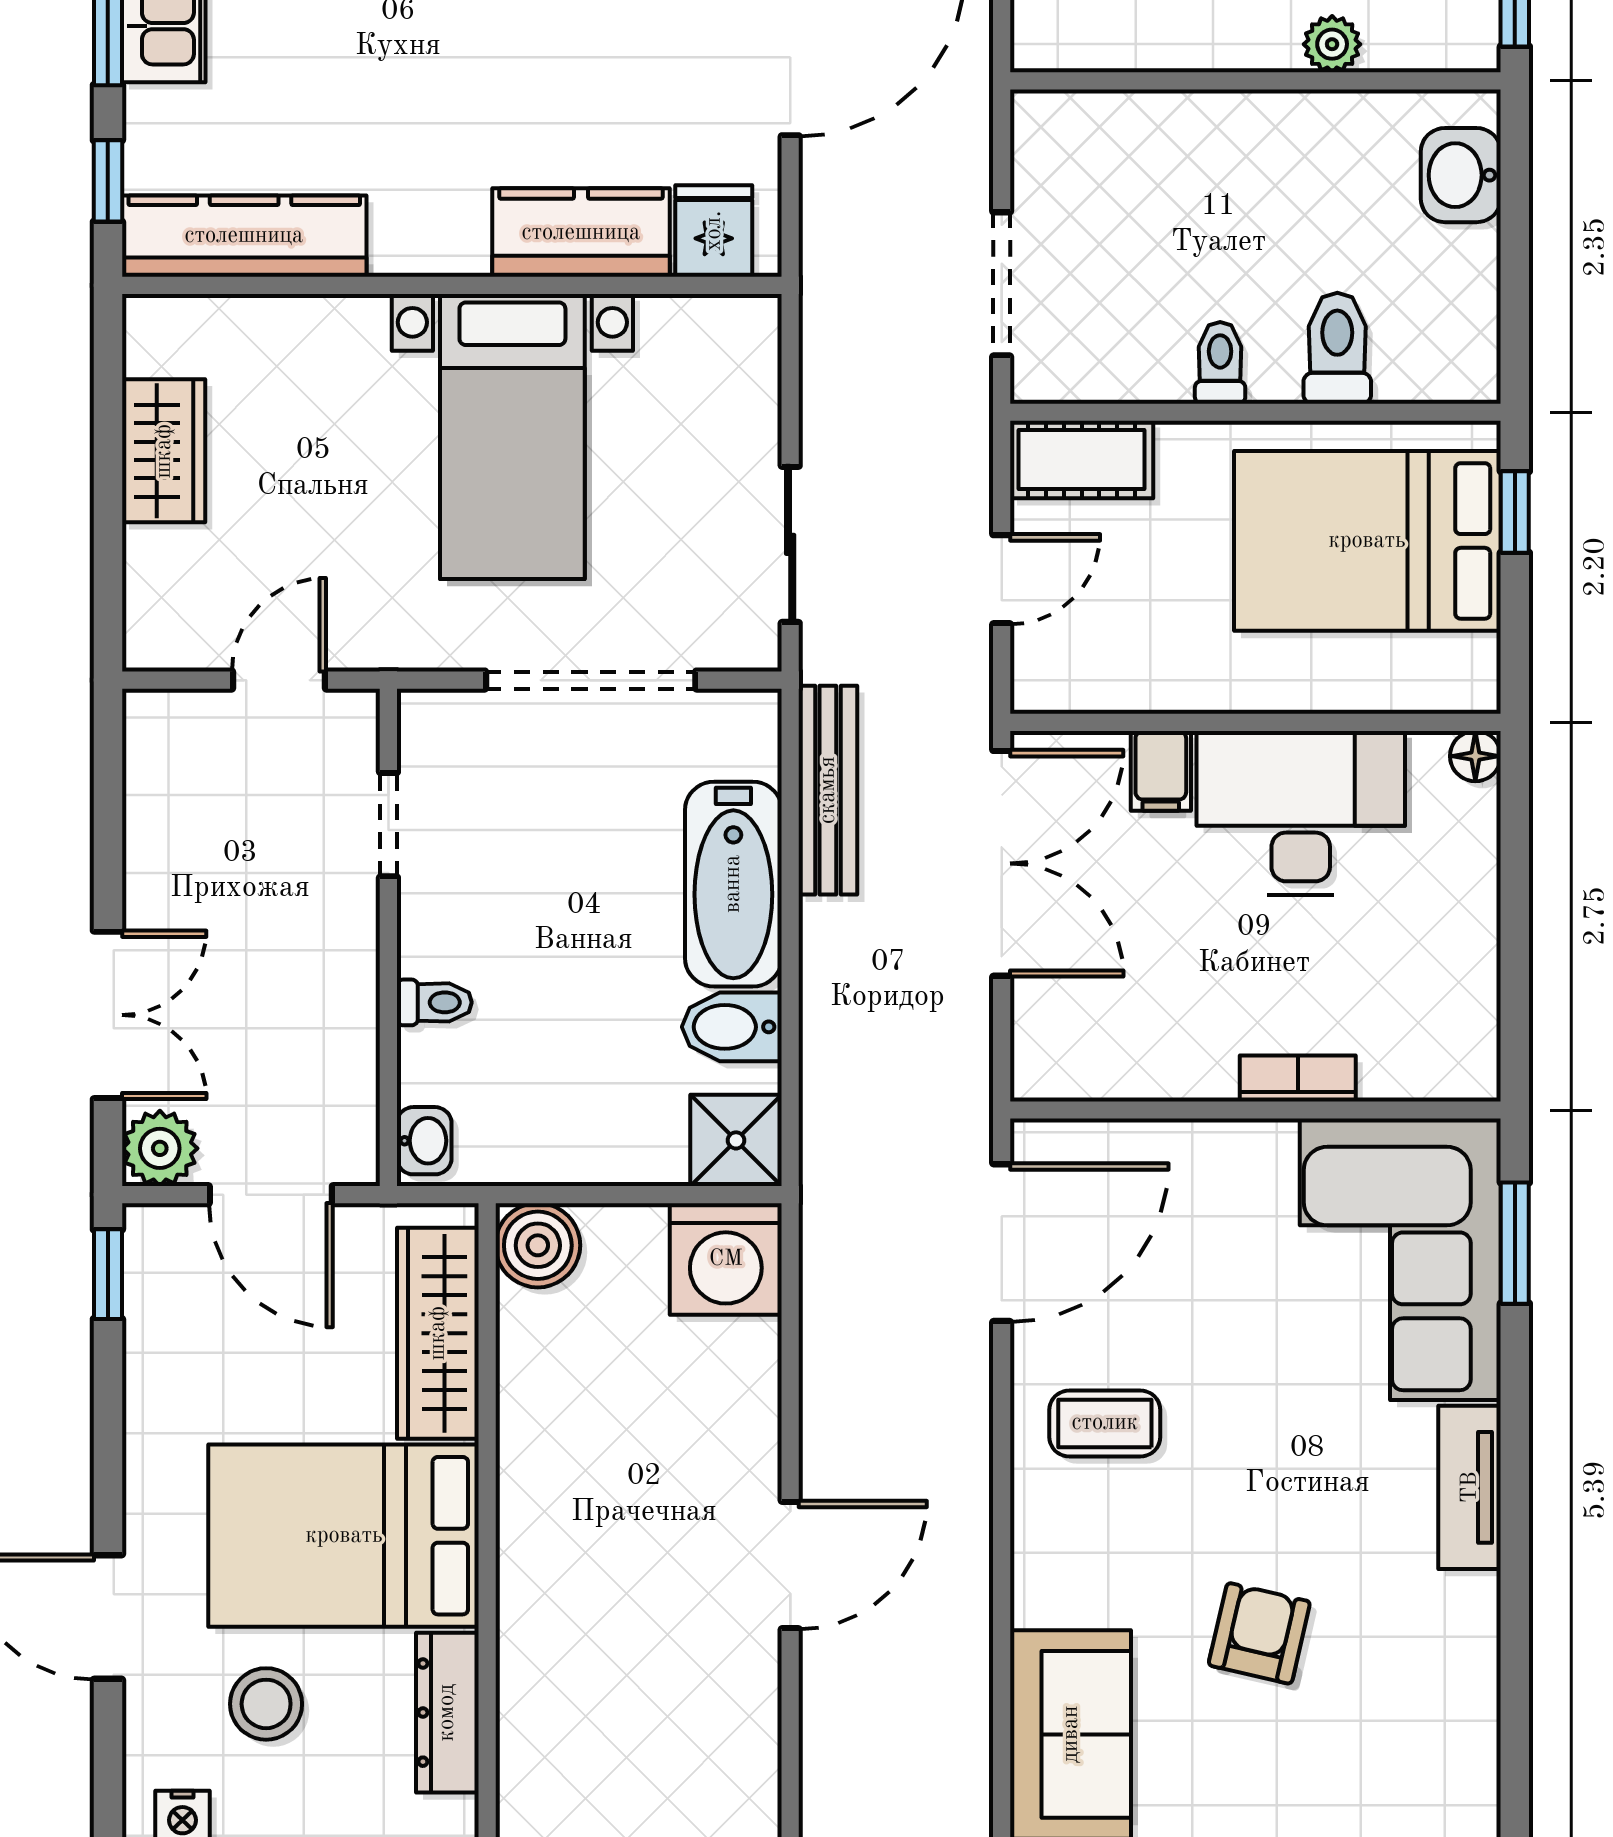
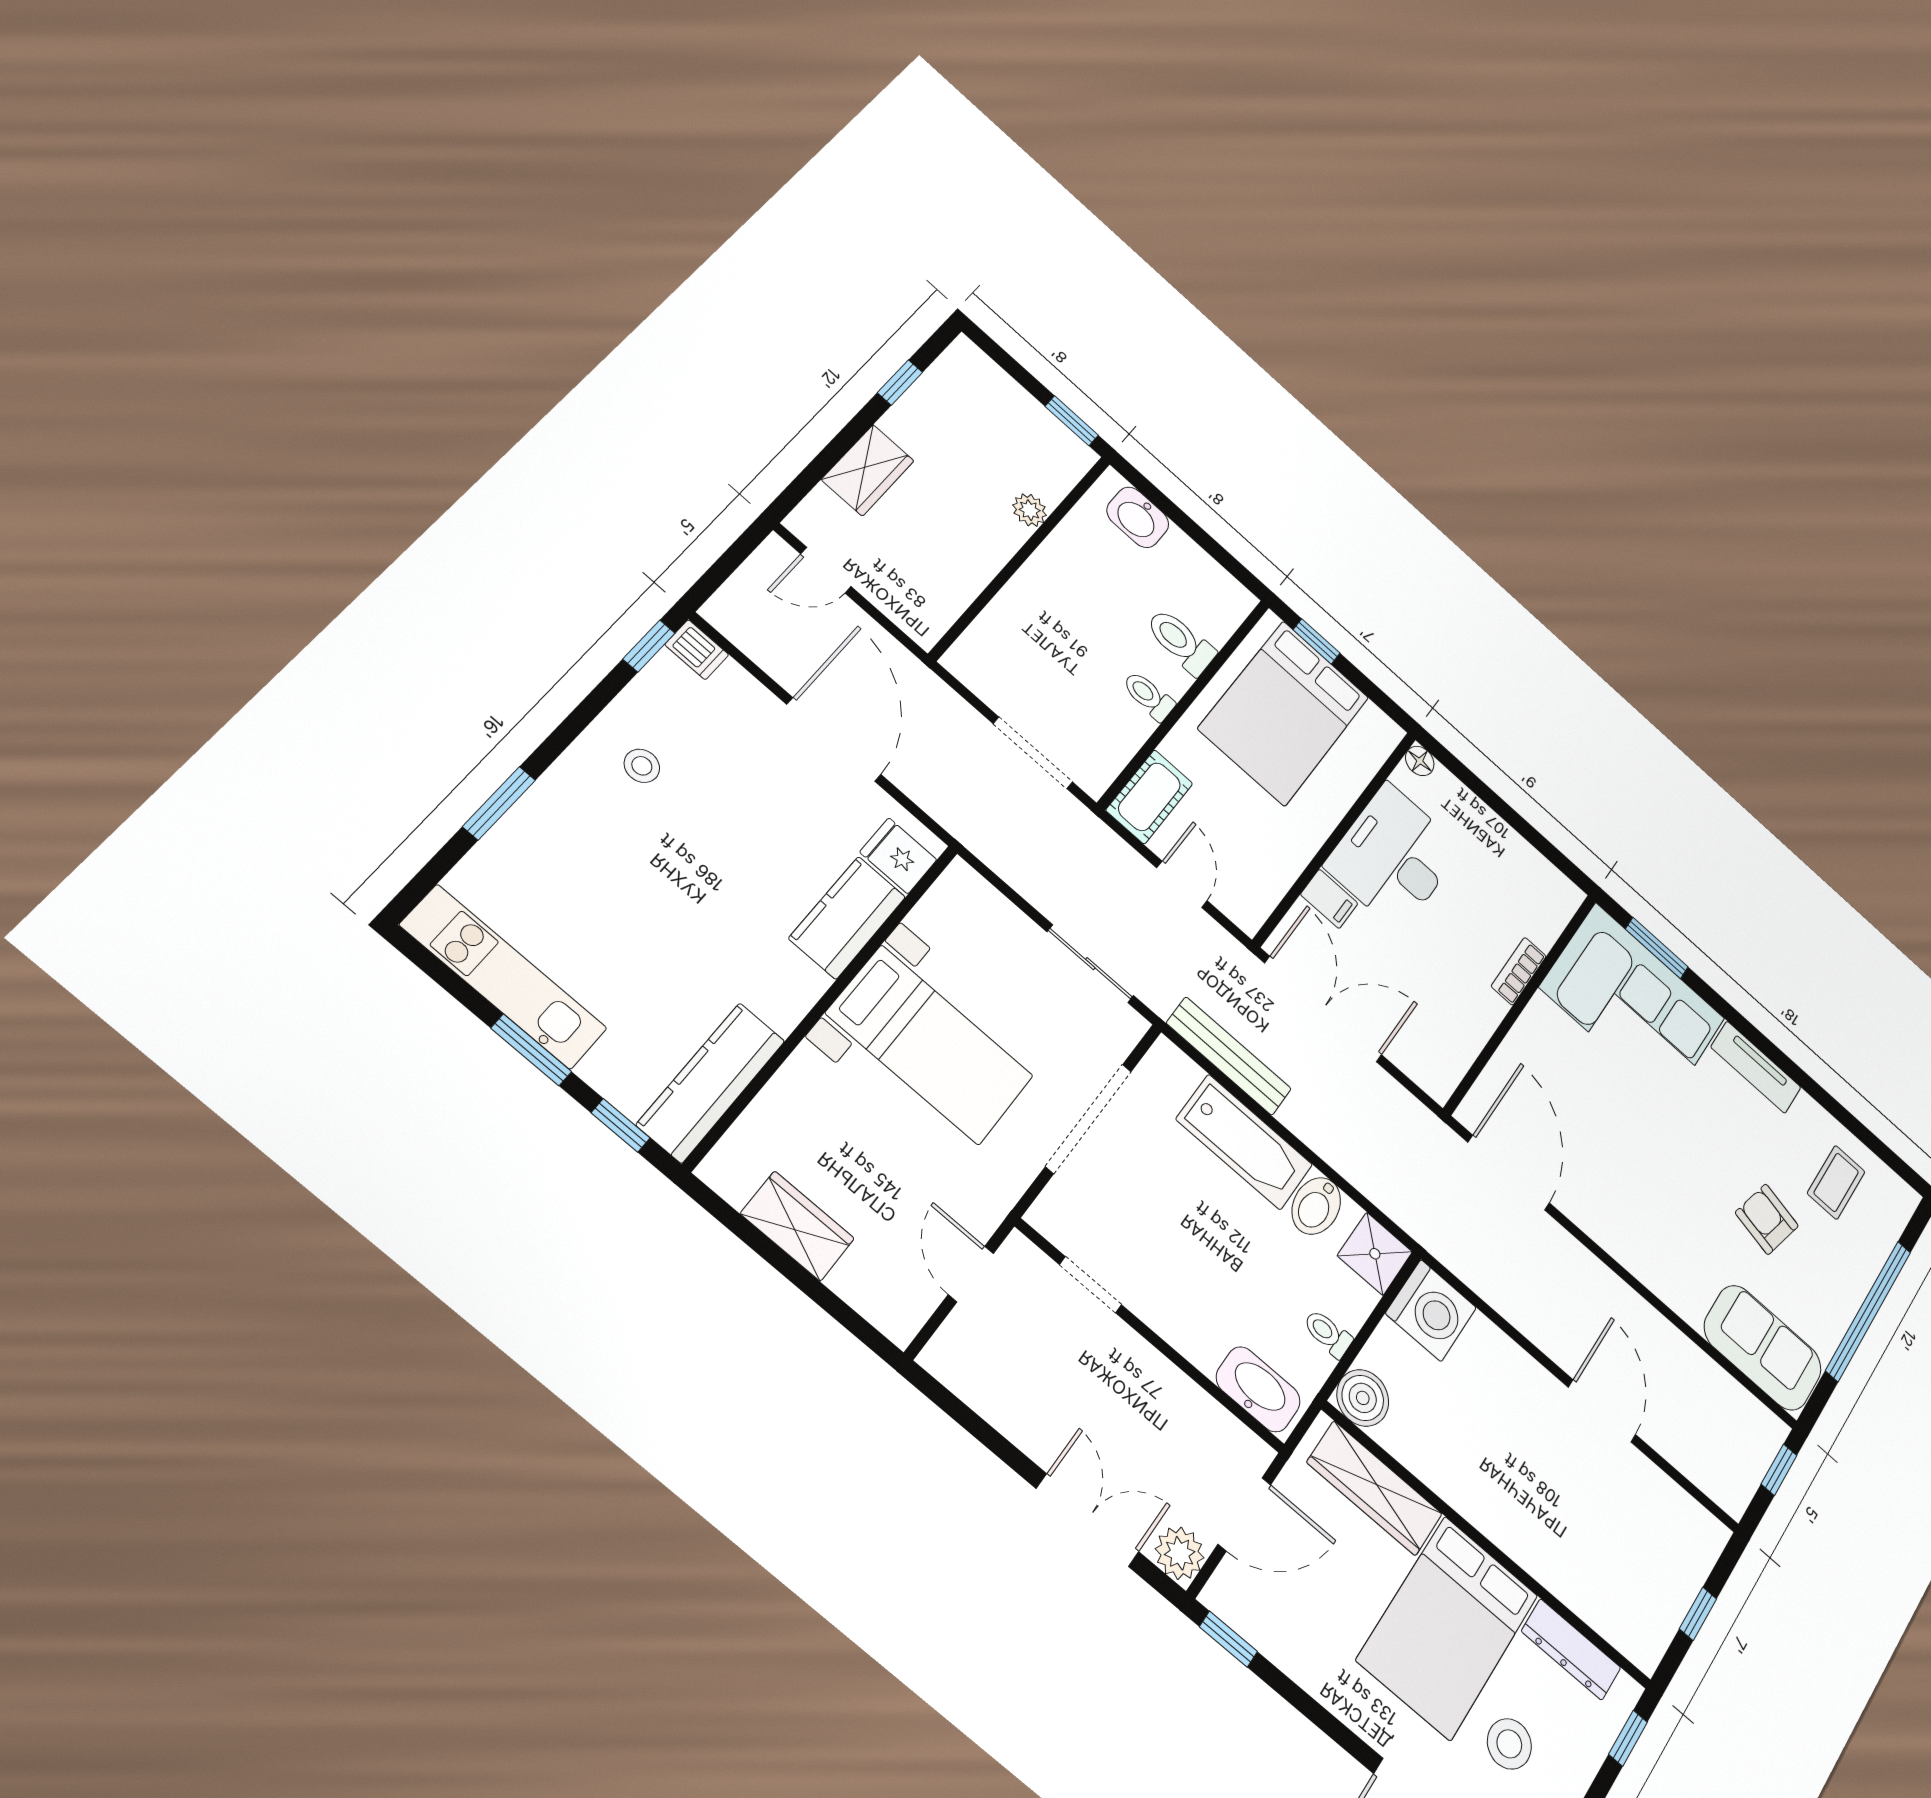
toilet: (434, 1002) -> (1328, 1333), moved, turned -90
washbasin: (424, 1141) -> (1258, 1389), width x1.91, depth x1.45
coffee table: (1105, 1423) -> (1836, 1182), moved

